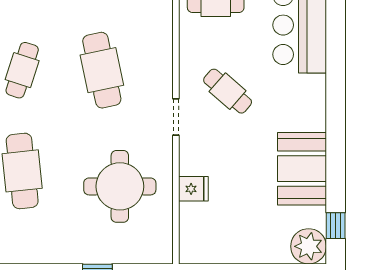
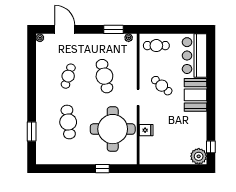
booth: (302, 169) -> (196, 95), moved
round table: (120, 186) -> (113, 129), width x1.36, depth x1.36

